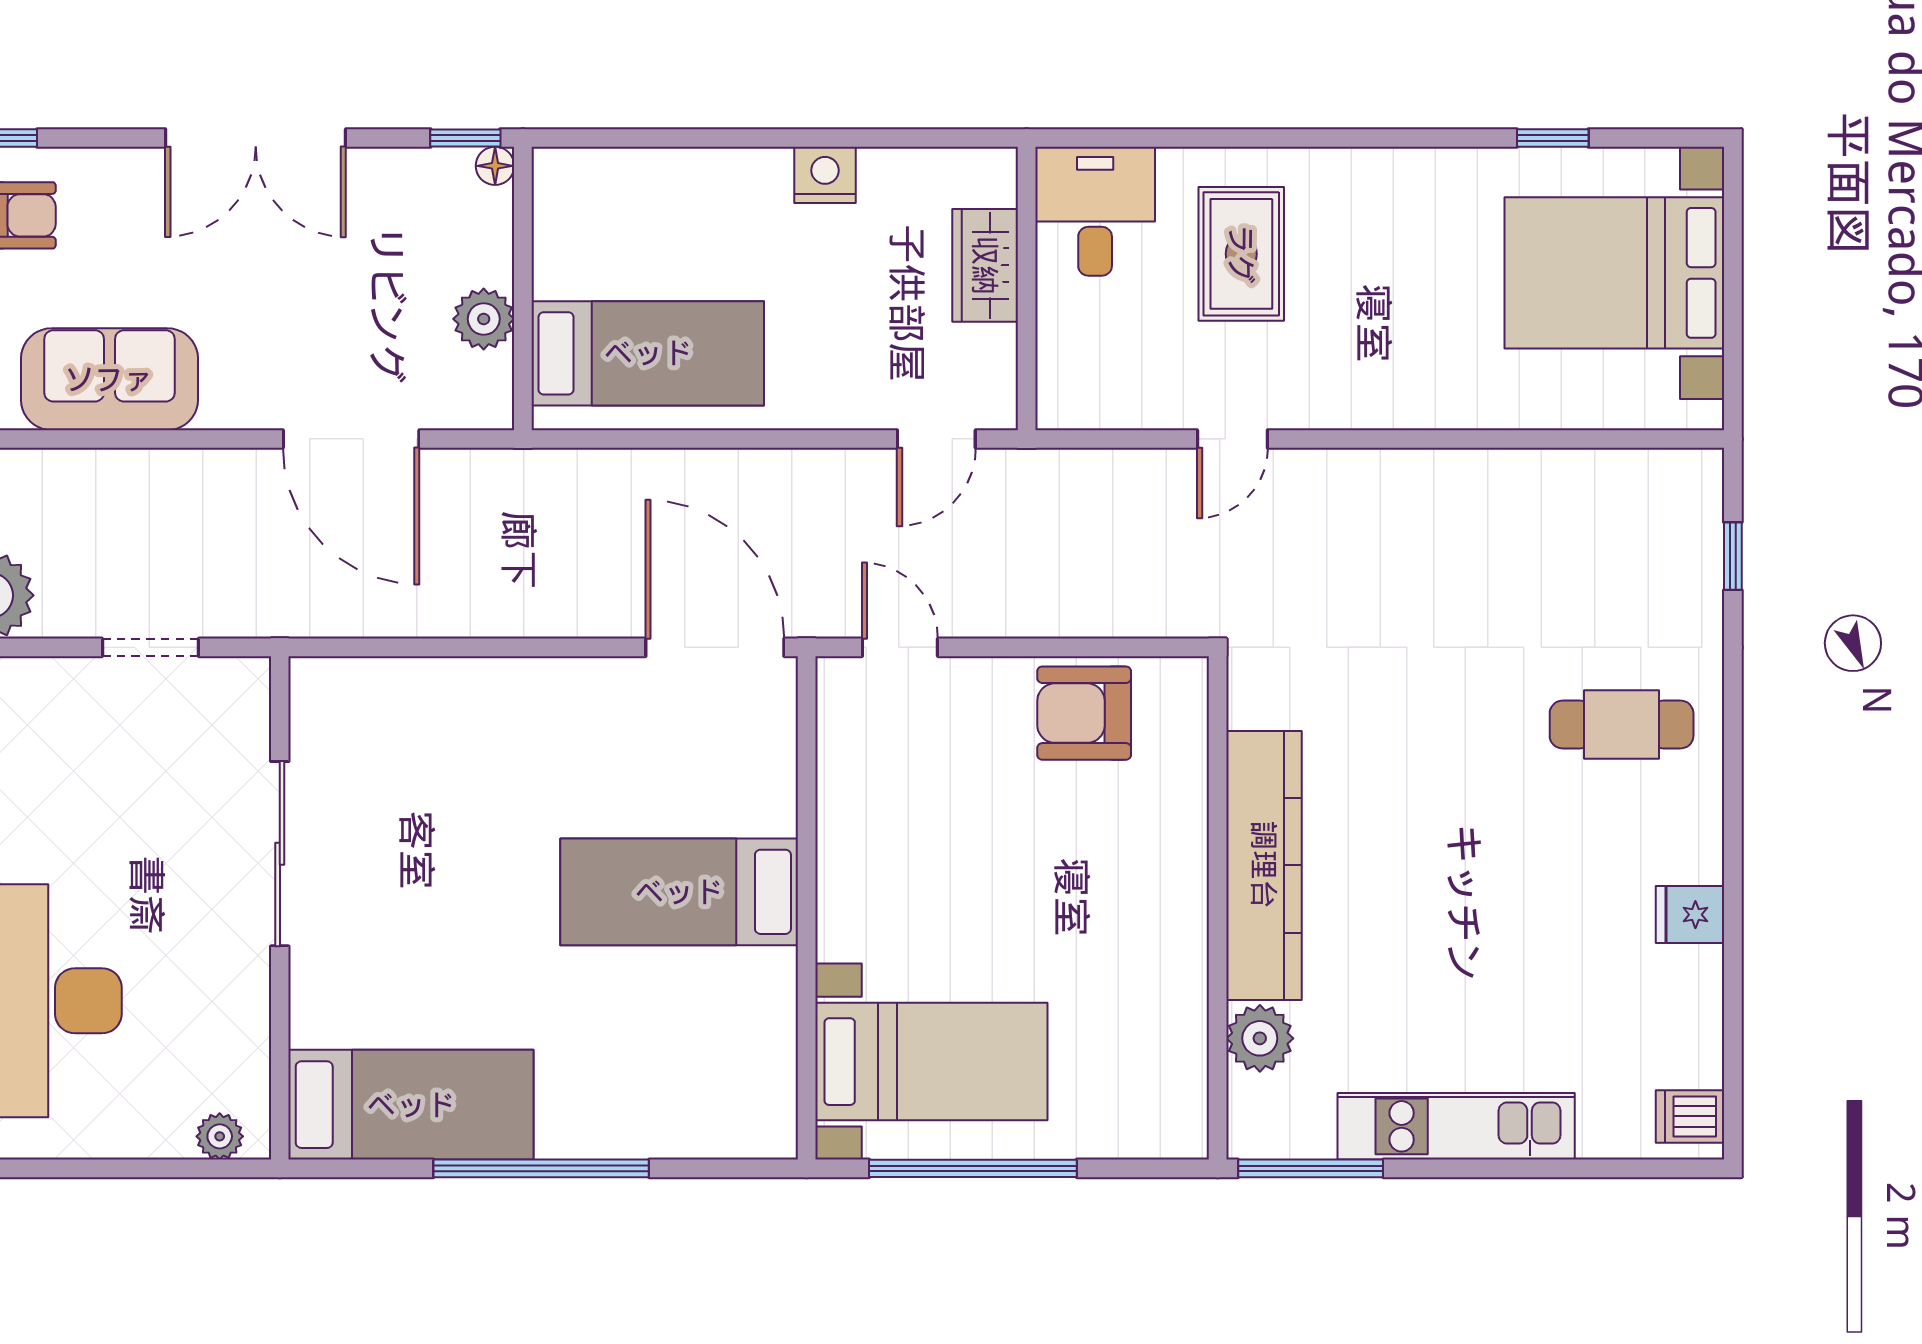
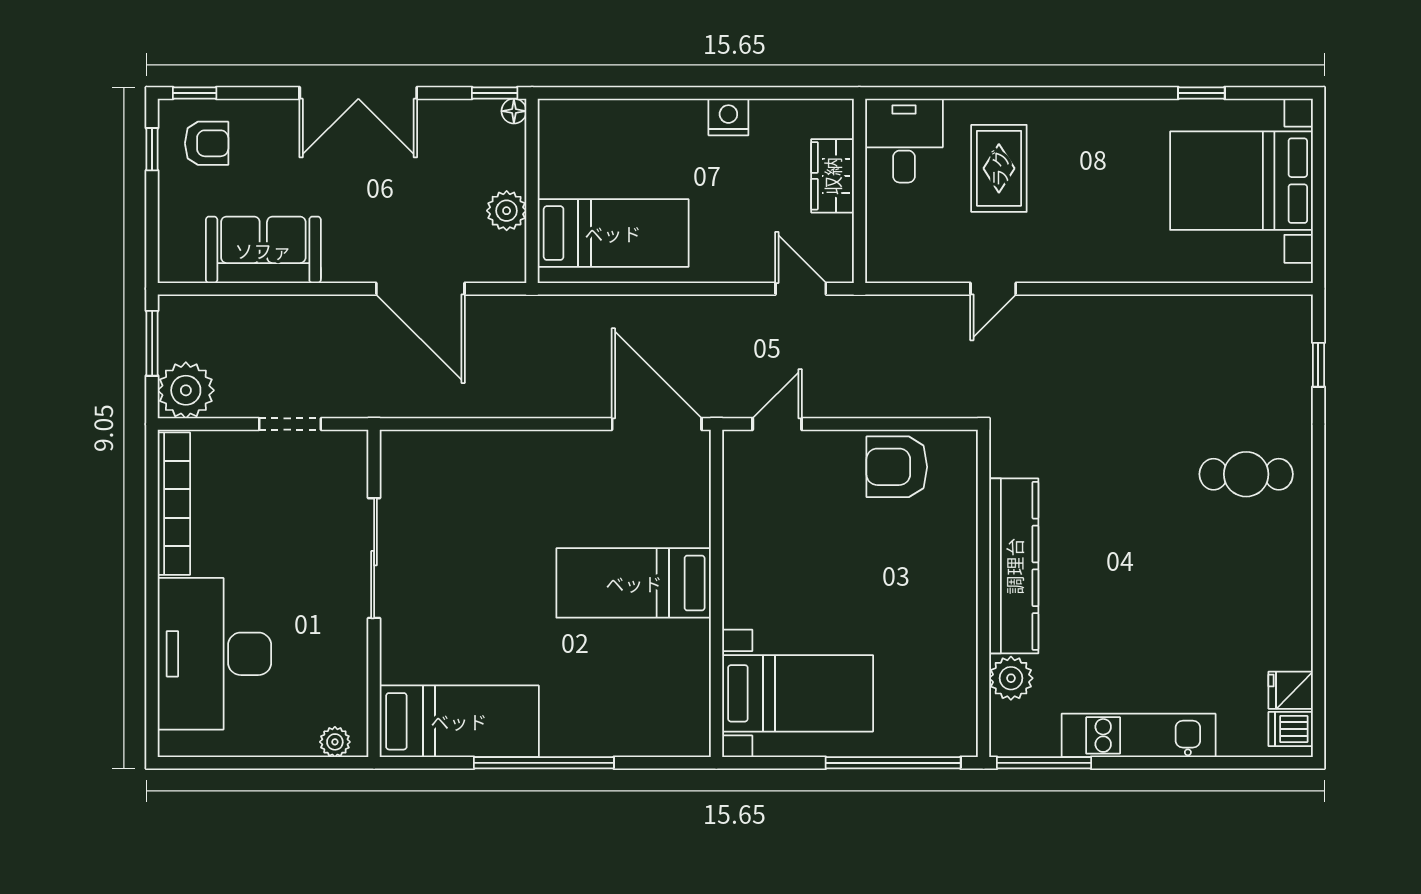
door: (936, 439) -> (801, 289), swing flipped
door: (900, 647) -> (777, 424), hinge flipped
fridge: (1690, 915) -> (1291, 690), moved
window: (973, 1168) -> (893, 763), moved

